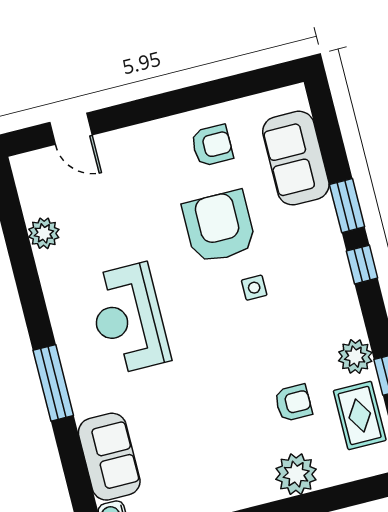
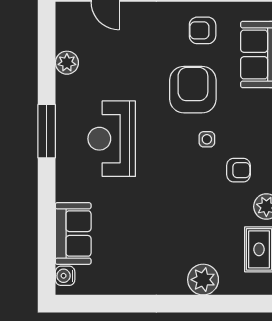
armchair: (212, 145) -> (203, 30), turned 180
window: (53, 383) -> (47, 131), moved
armchair: (293, 403) -> (238, 170), moved

